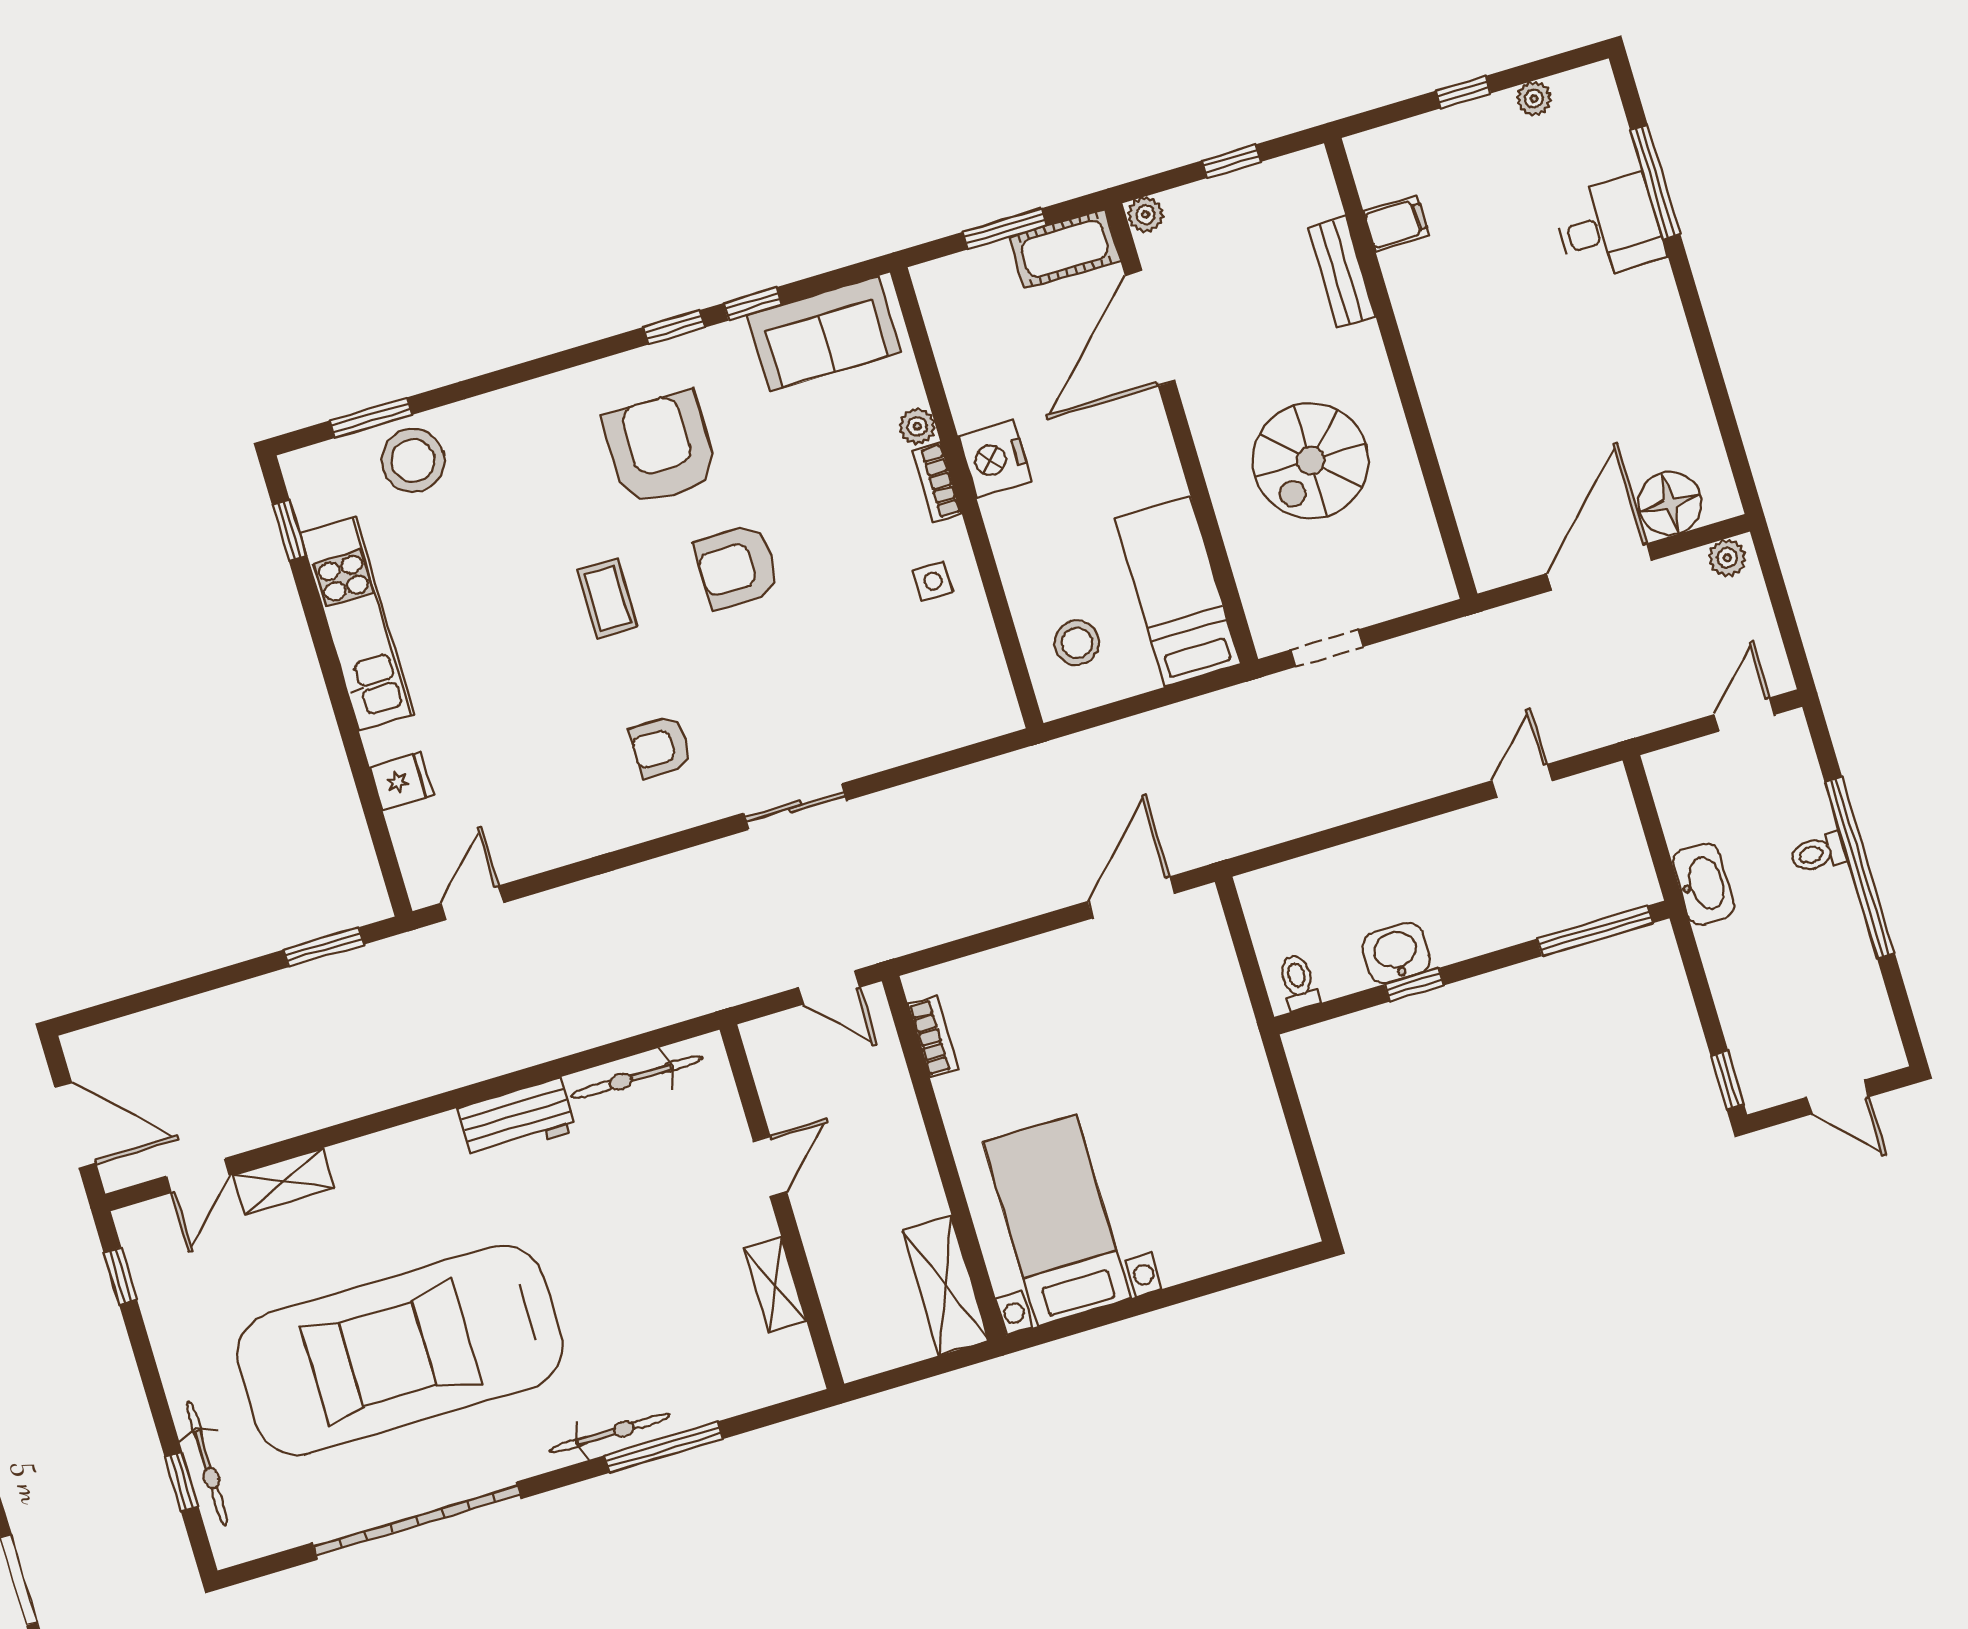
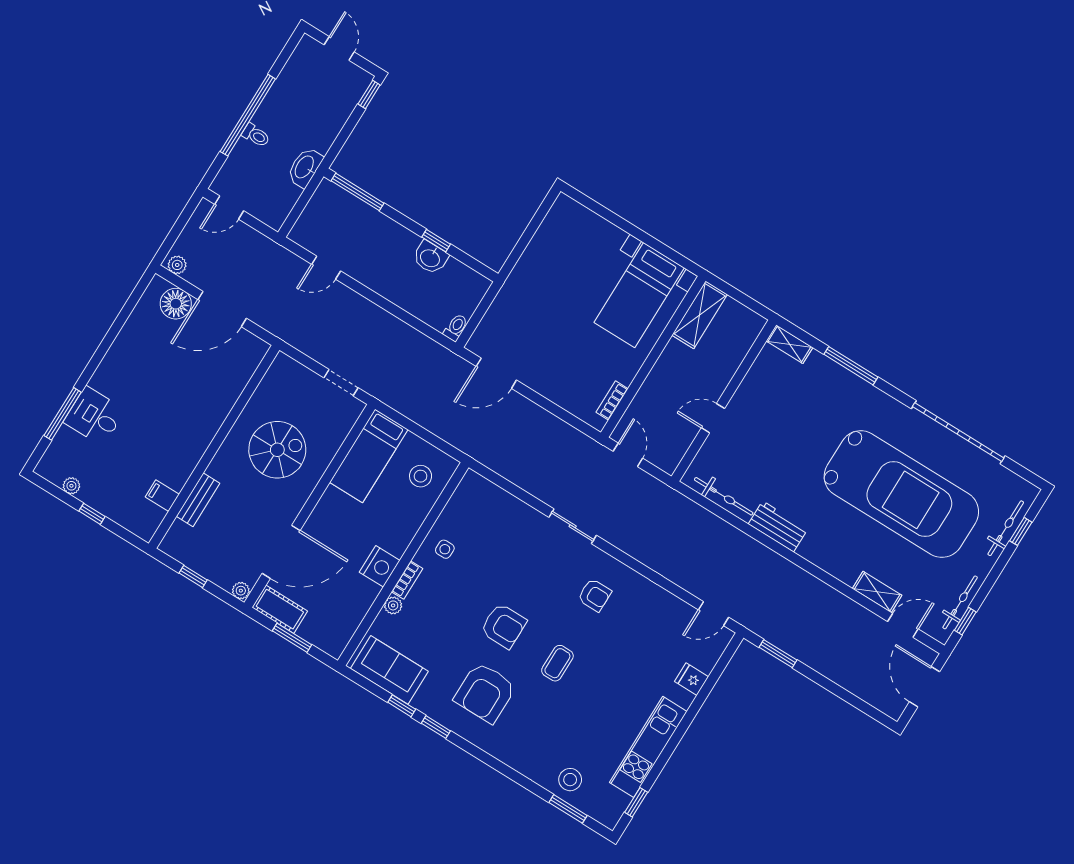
stool: (413, 461) -> (570, 780), width x0.73, depth x0.73
toilet: (1298, 982) -> (456, 327), moved, turned 180
shelving: (775, 1285) -> (789, 344), moved, turned 90
bicycle: (609, 1433) -> (960, 602), moved, turned 90

